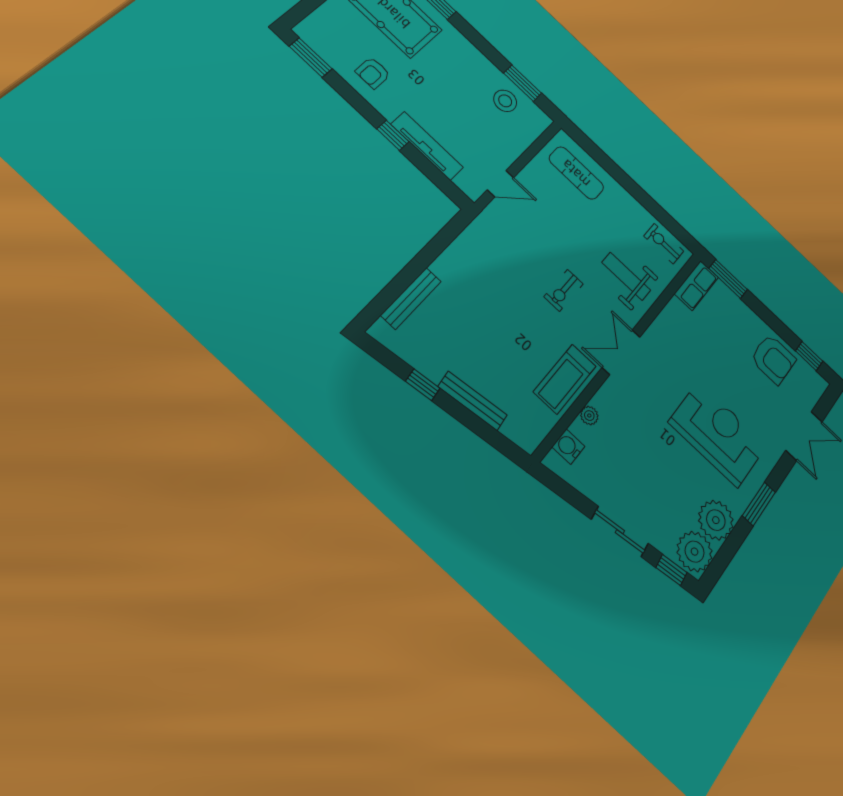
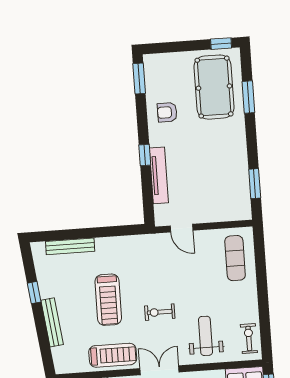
stool: (505, 101) -> (233, 185), removed
treadmill: (504, 323) -> (108, 300), added
treadmill: (565, 379) -> (113, 355), turned 180

